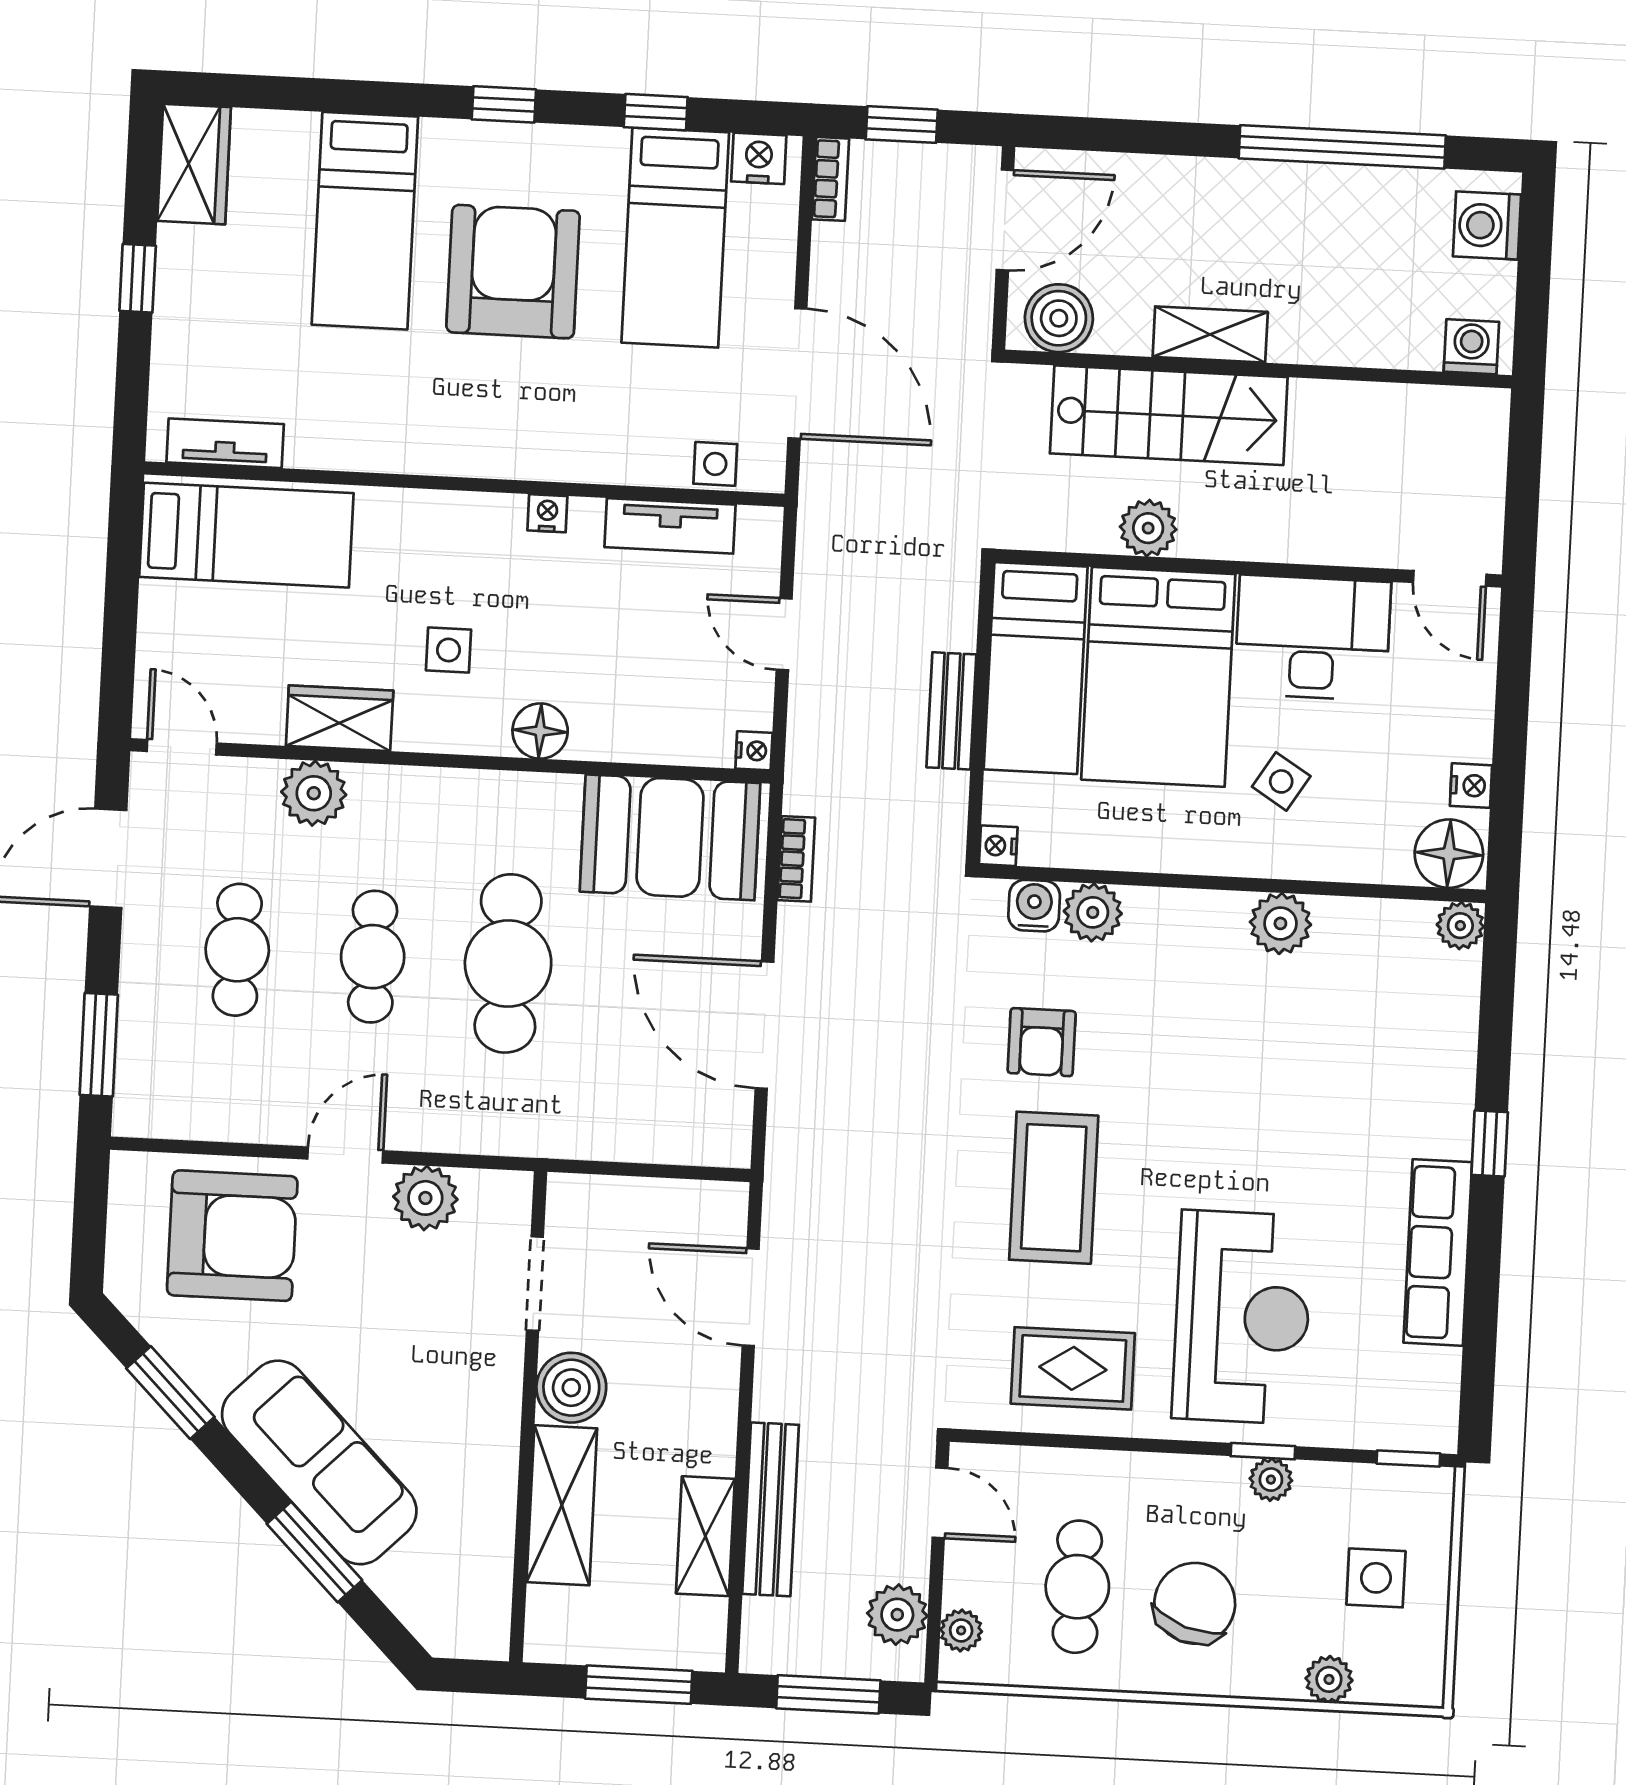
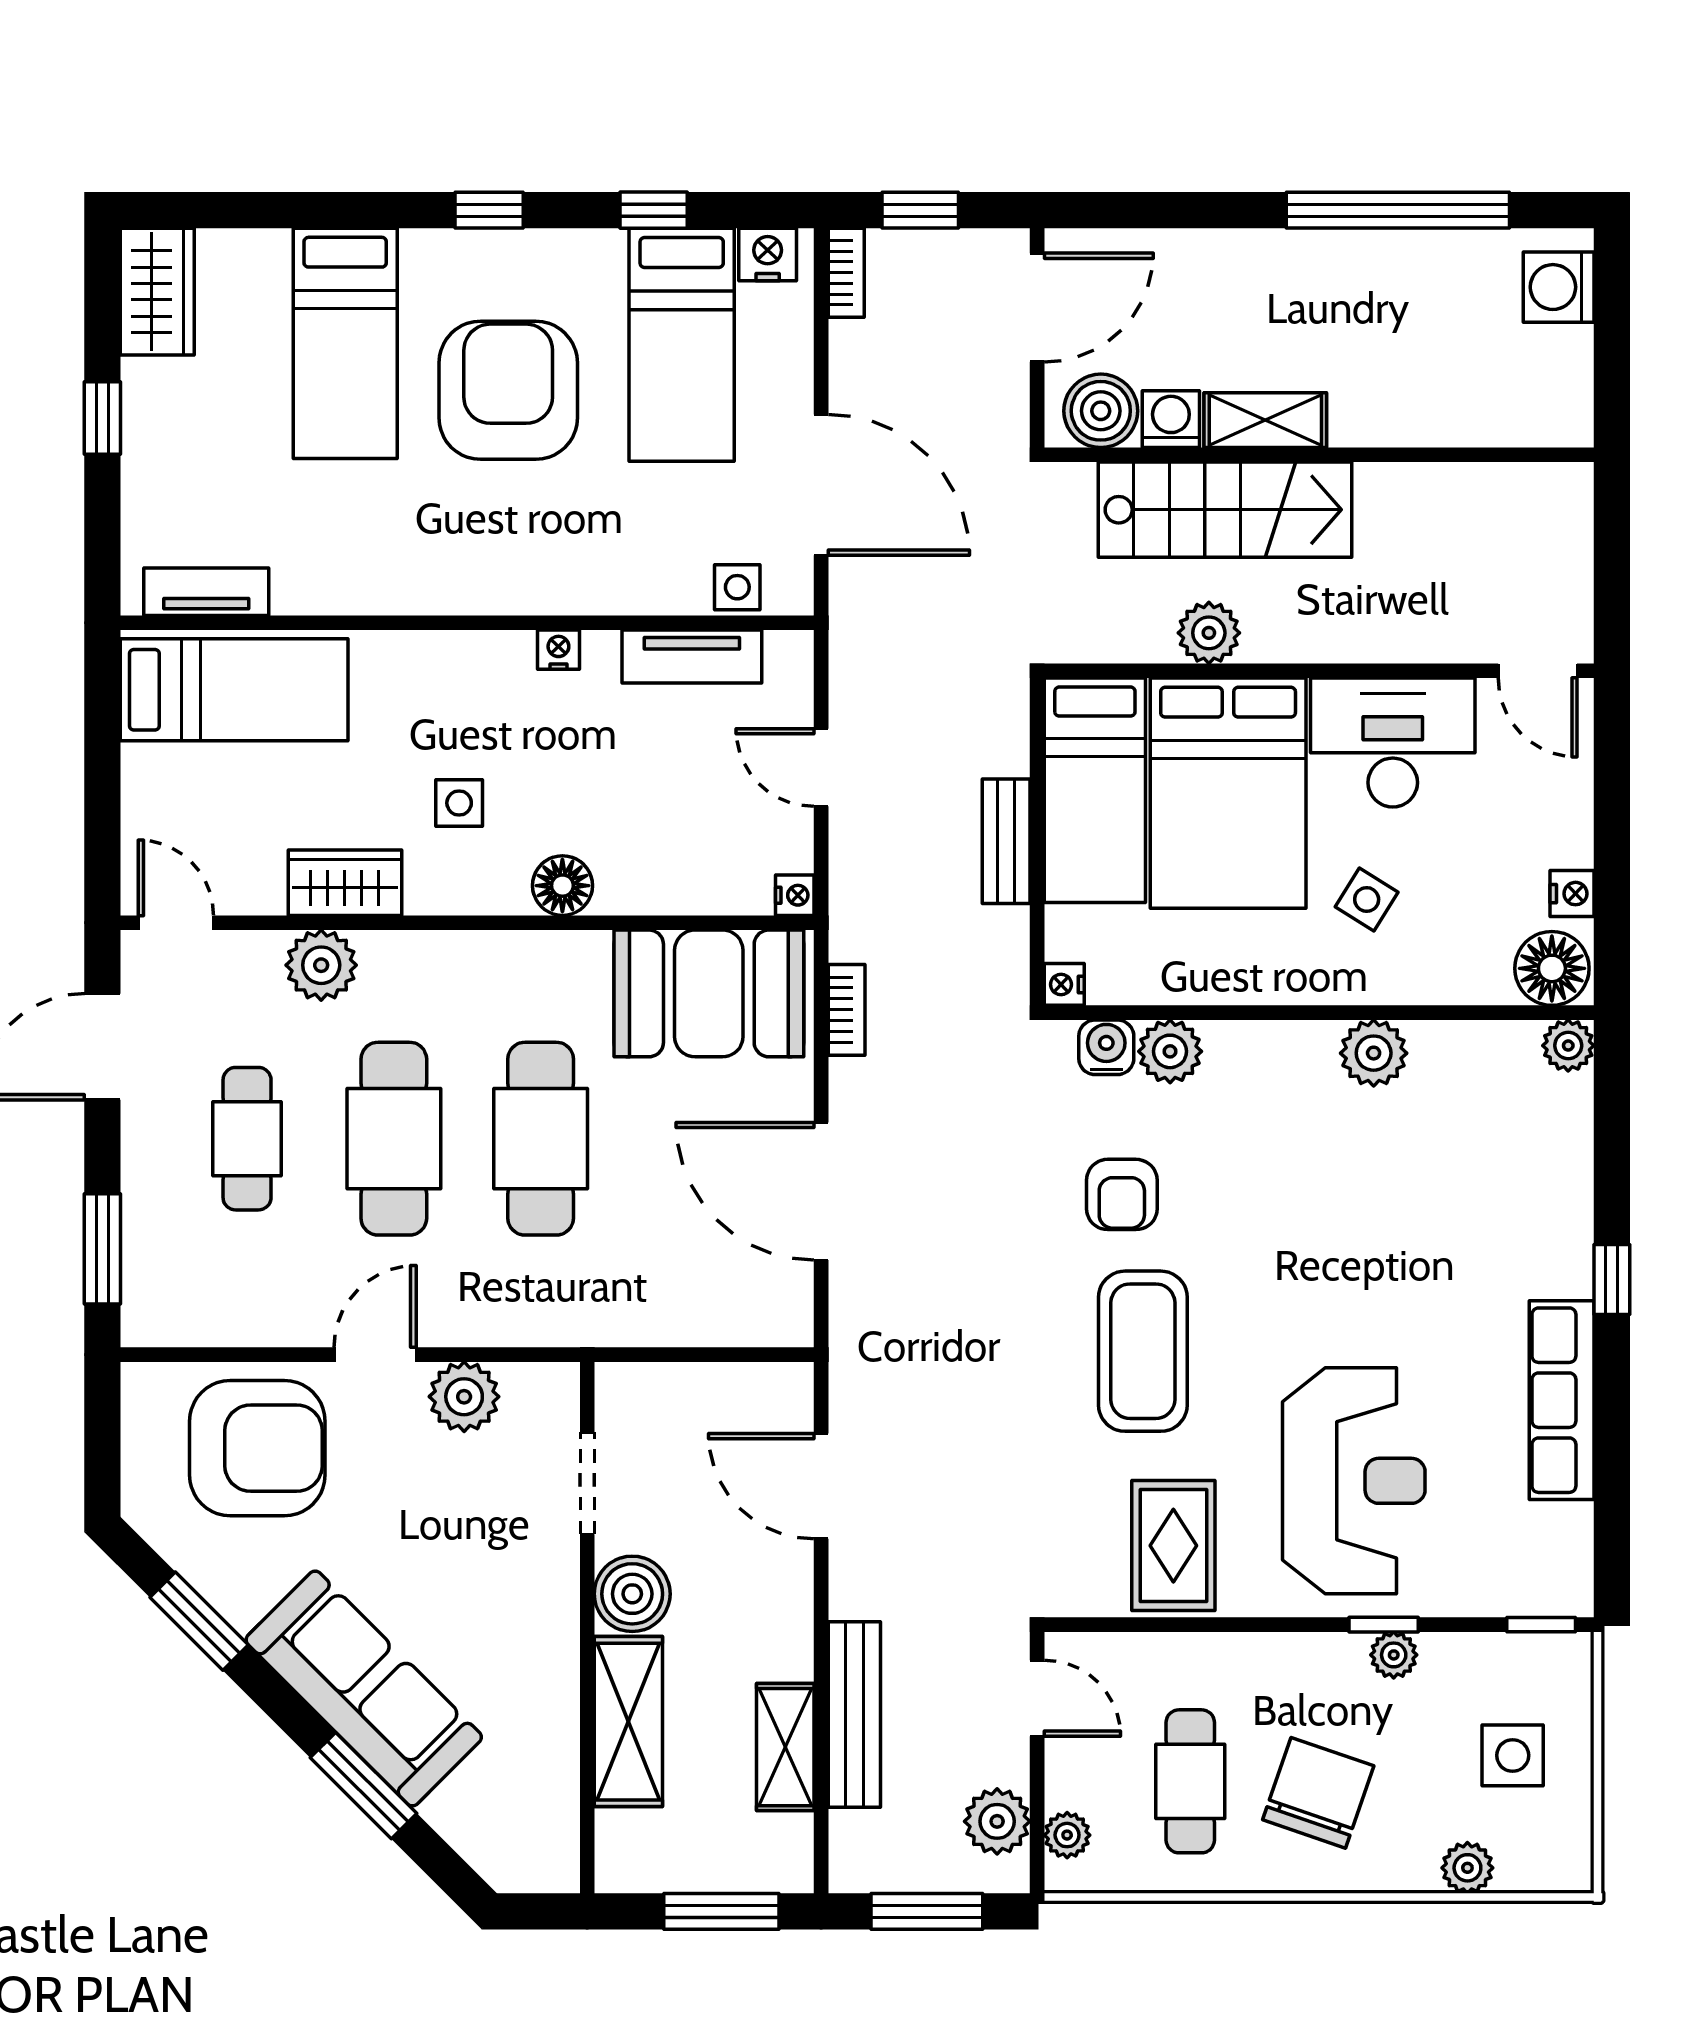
washing machine: (1471, 347) -> (1171, 419), moved
cafe table: (373, 957) -> (394, 1139), width x1.37, depth x1.35
rug: (1073, 1368) -> (1173, 1546), turned 90

